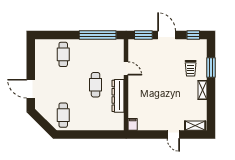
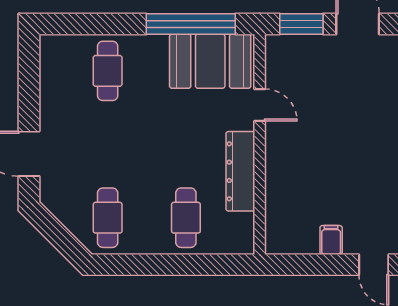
booth: (106, 50) -> (210, 61), added
cafe table: (96, 85) -> (186, 218), moved
filing cabinet: (133, 124) -> (331, 240), moved

